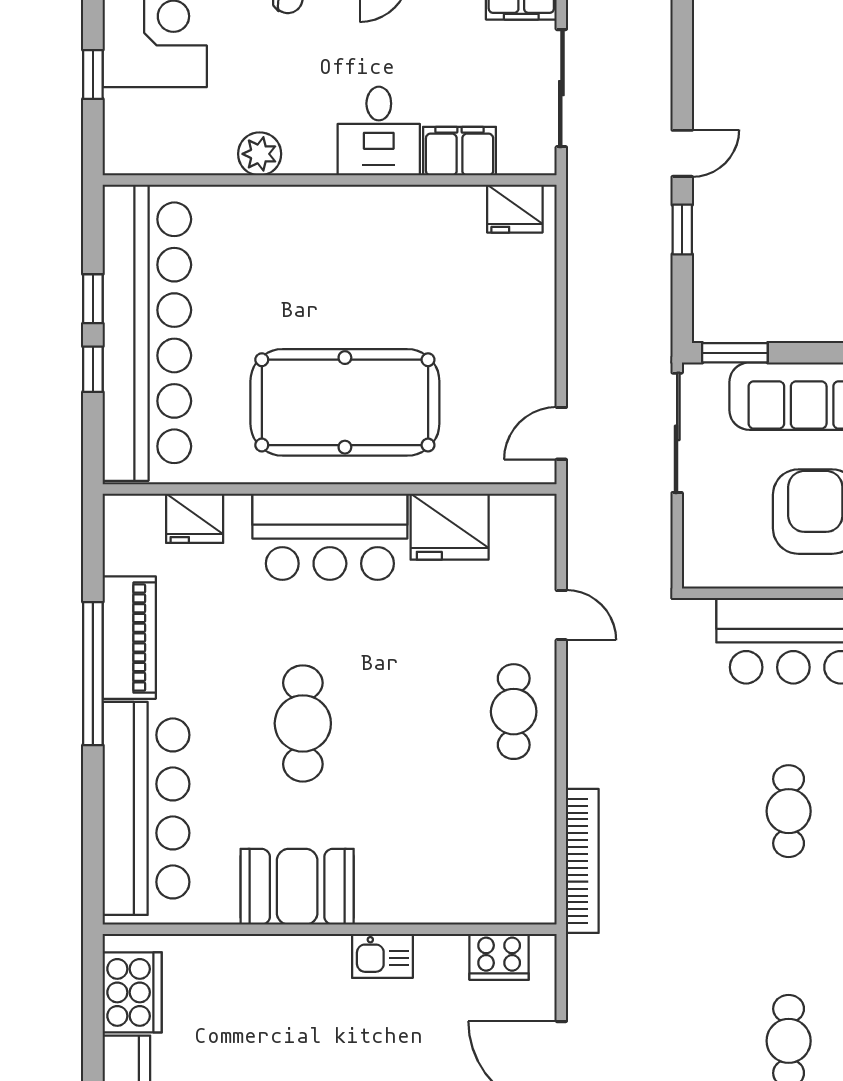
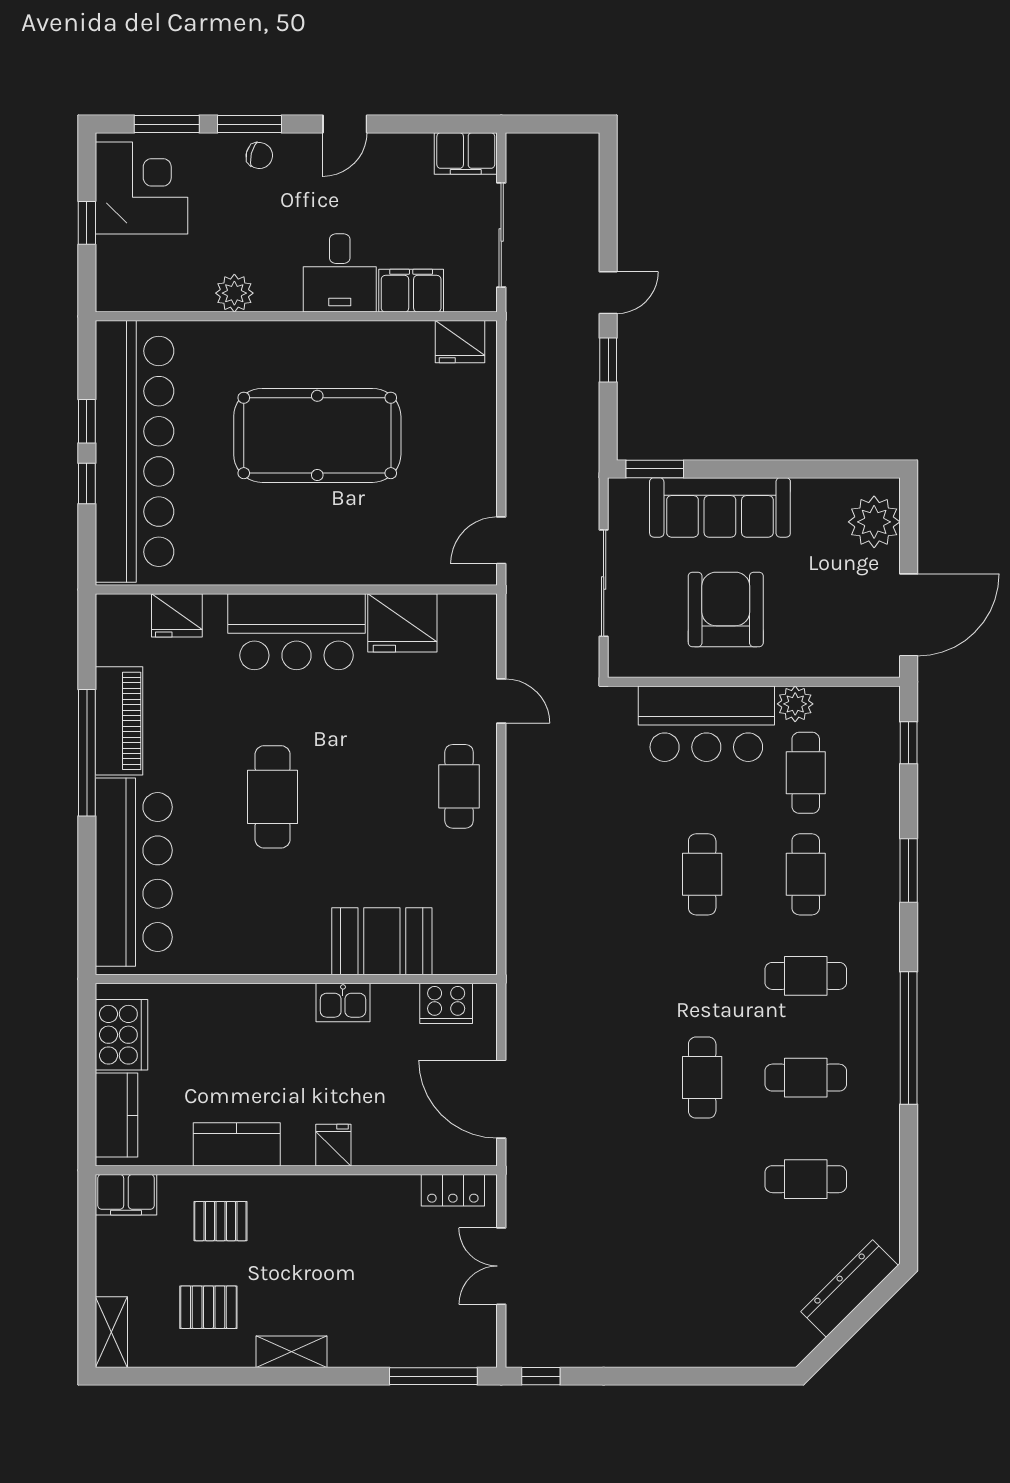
pool table: (345, 402) -> (317, 435), moved
sliding door: (677, 433) -> (604, 583), moved
bookcase: (582, 861) -> (520, 918), removed
booth: (297, 887) -> (382, 941), moved

